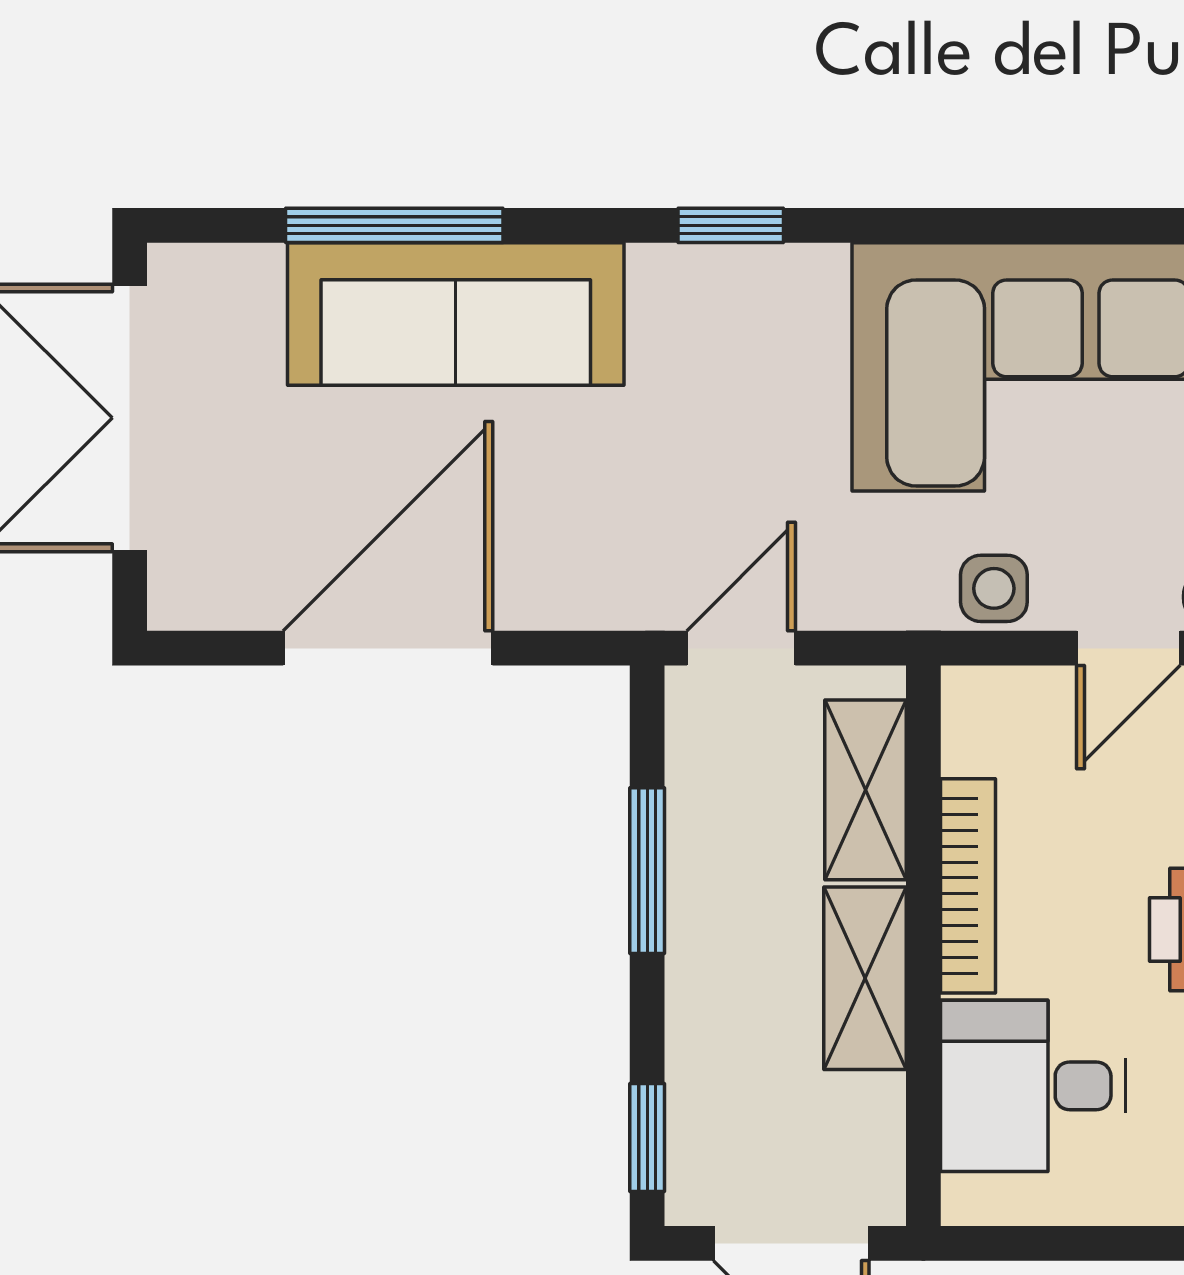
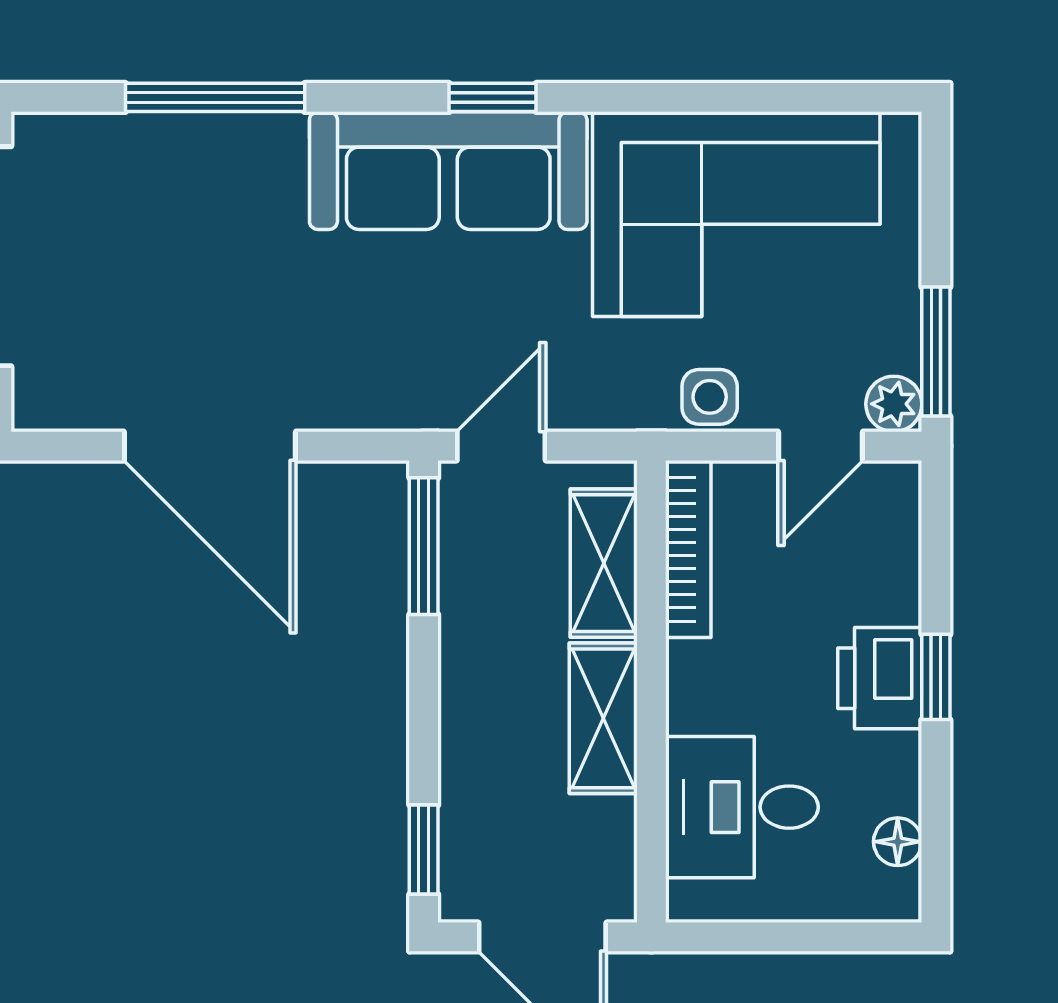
sofa: (456, 314) -> (448, 171), moved
door: (388, 648) -> (210, 446), swing flipped
window: (647, 871) -> (424, 546), moved
bookcase: (968, 886) -> (688, 549), moved

